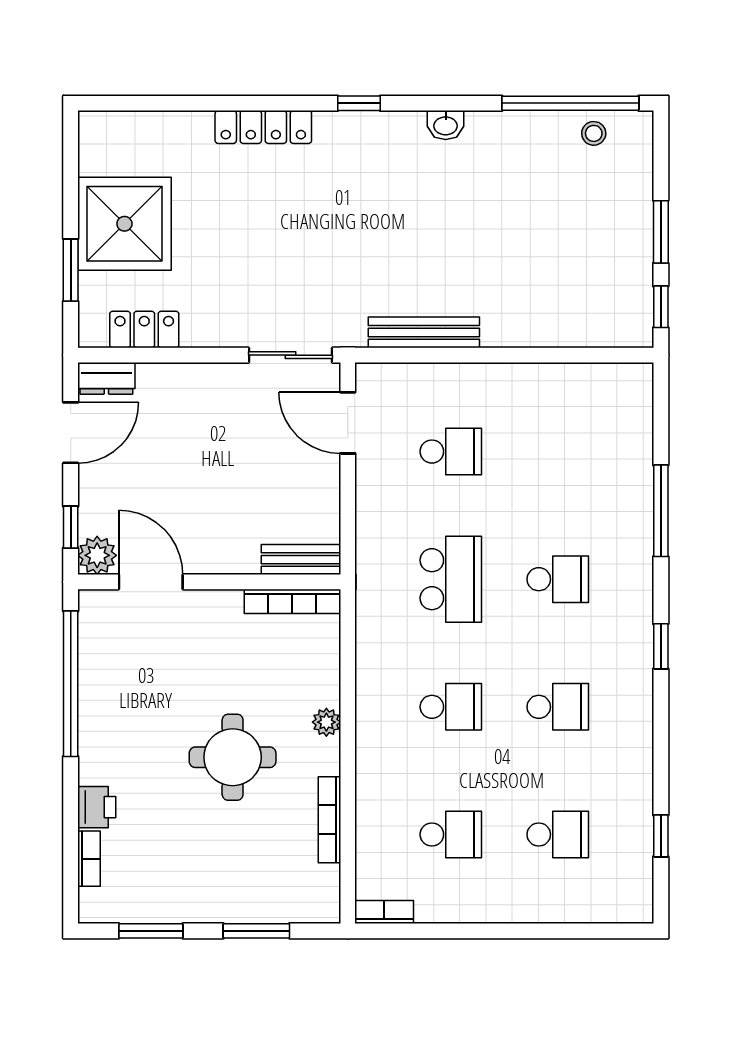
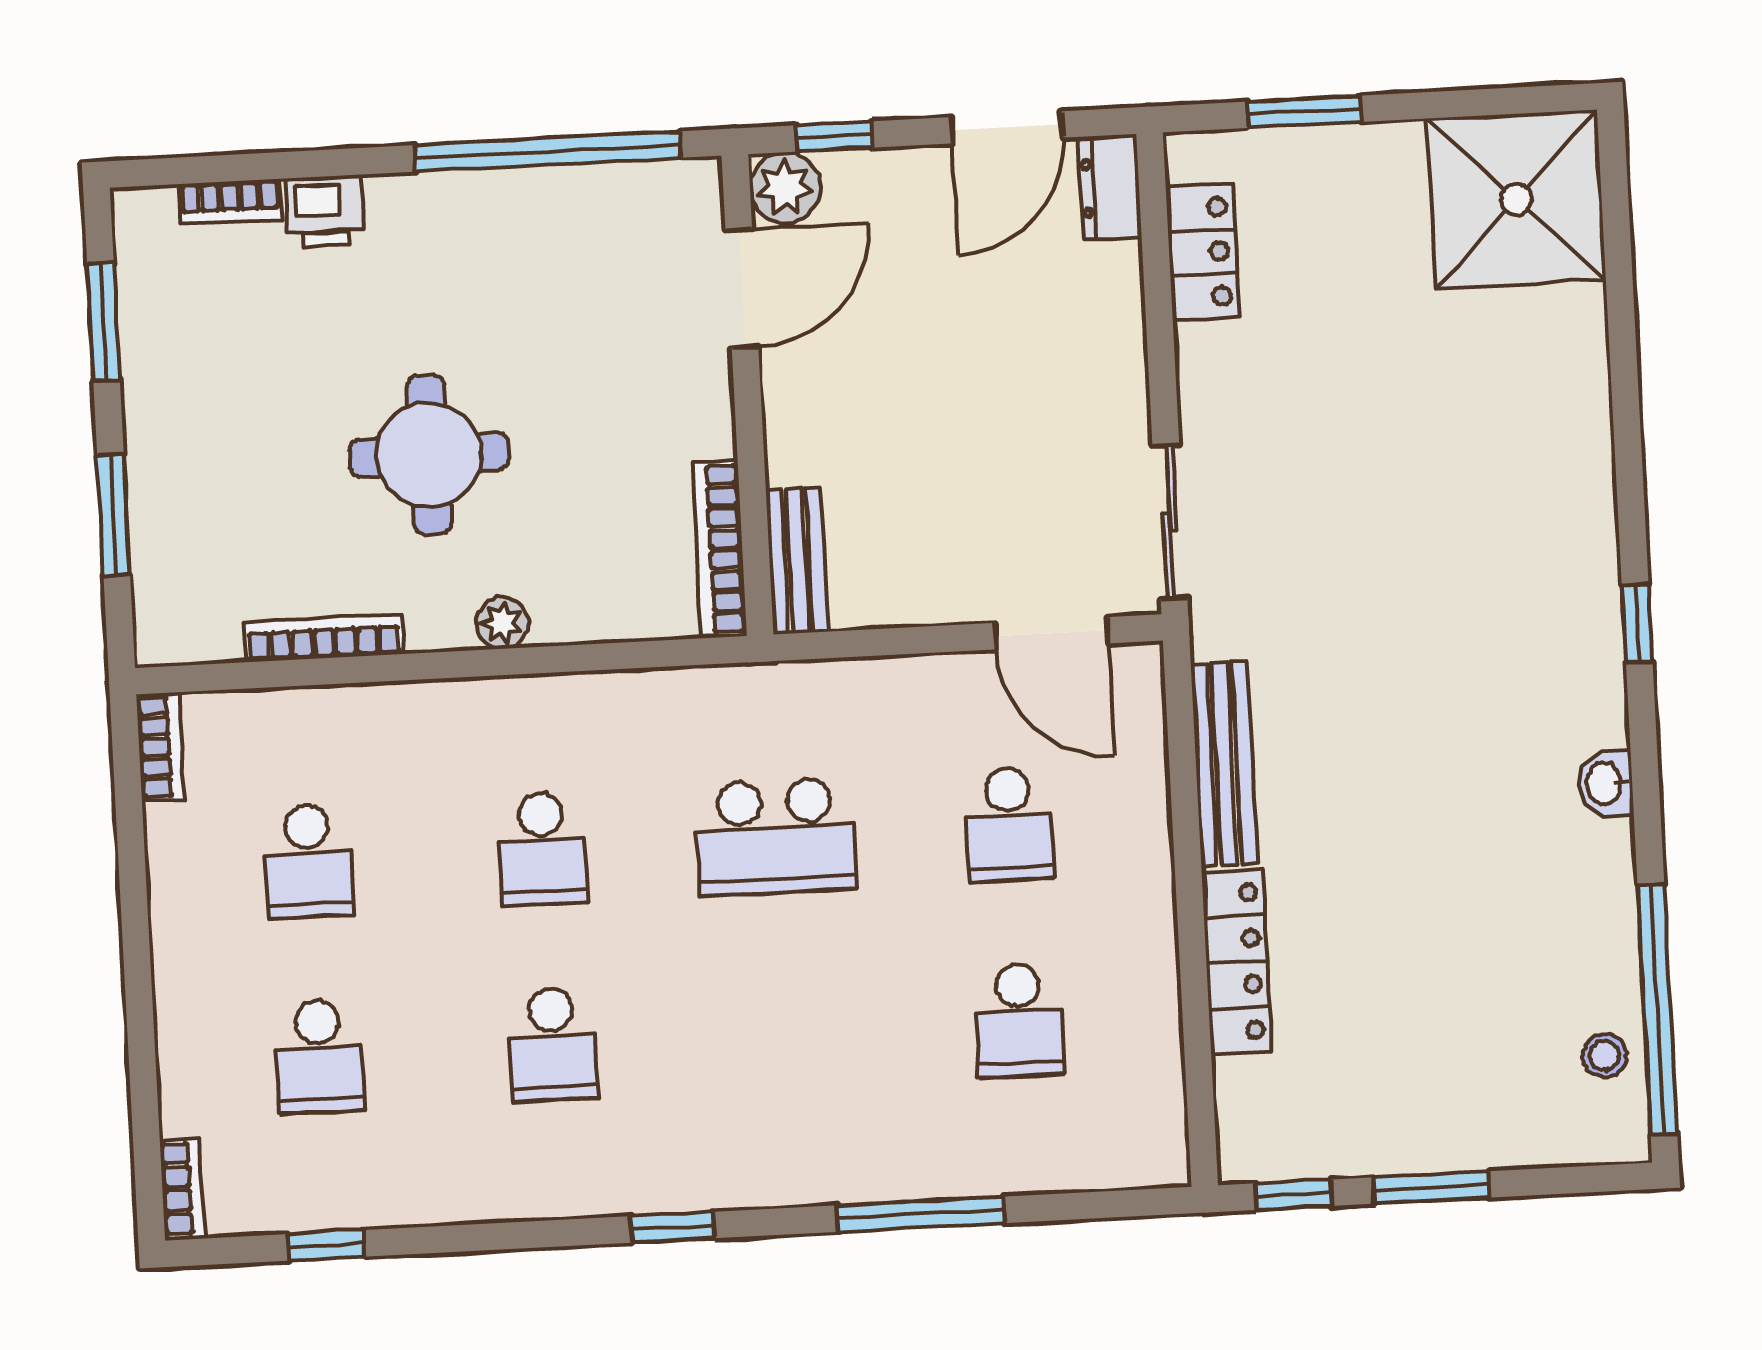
locker: (263, 127) -> (1237, 962), moved, turned 180
shower: (124, 224) -> (1516, 199), moved
door: (348, 423) -> (1052, 633), swing flipped
door: (71, 433) -> (1007, 127), hinge flipped
school desk: (558, 579) -> (1019, 1020), moved
bookcase: (626, 913) -> (182, 1188), added

